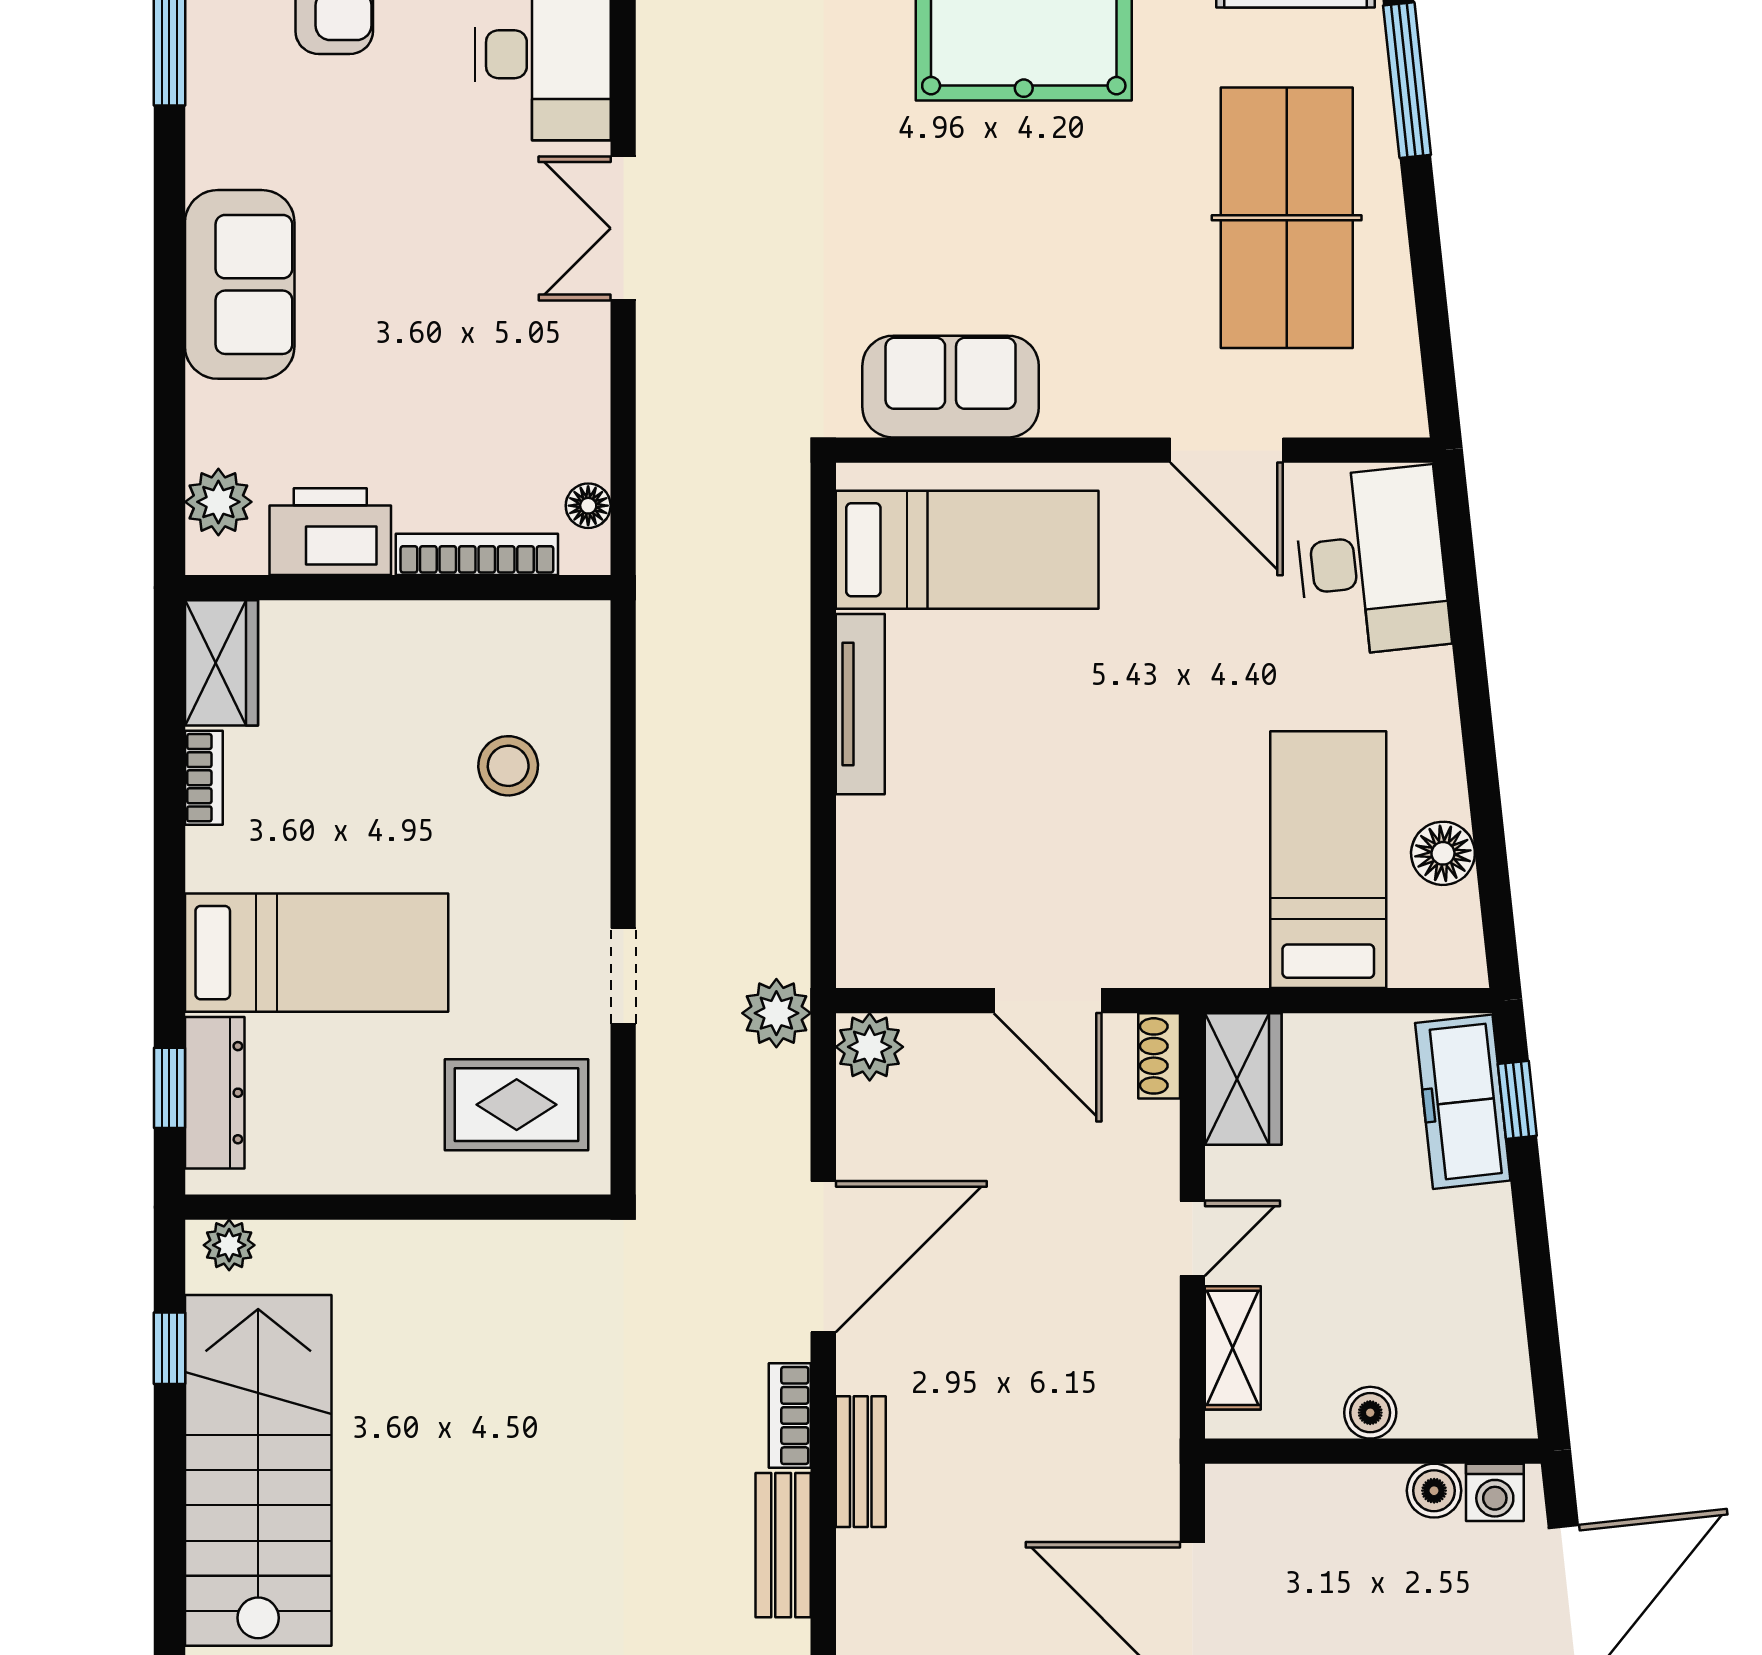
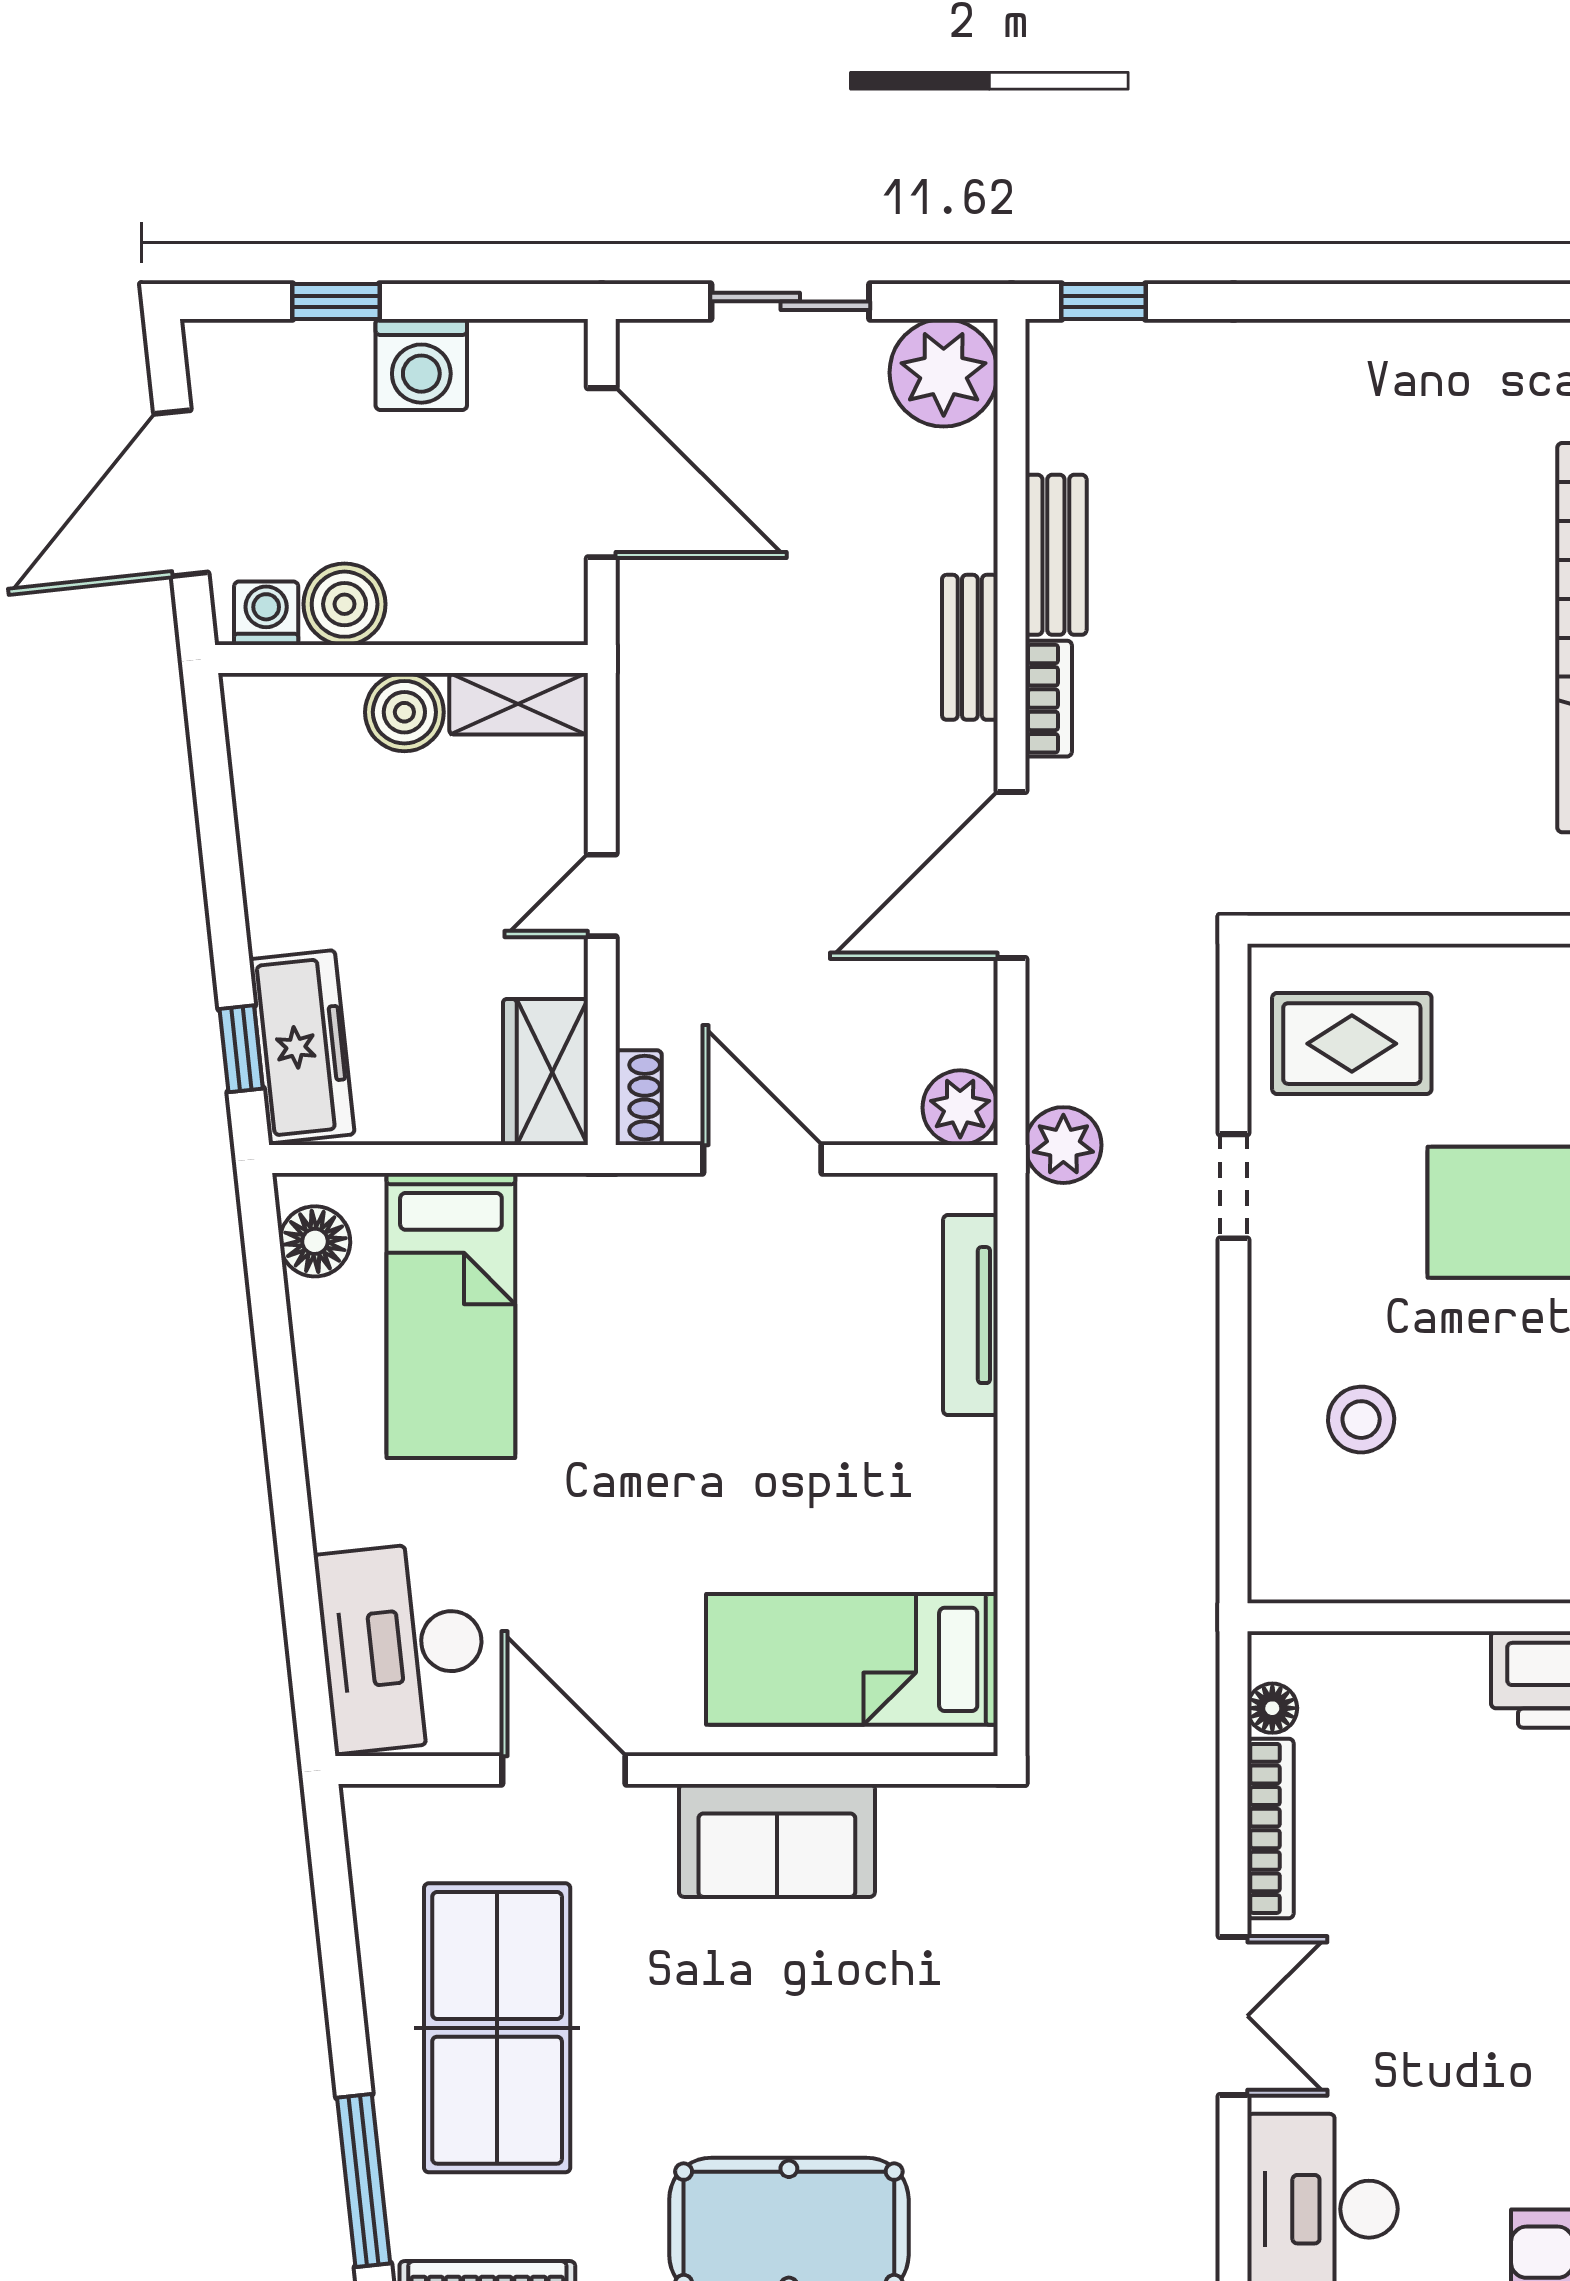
sofa: (951, 387) -> (777, 1840), moved
bookcase: (477, 554) -> (1271, 1828), moved, turned -90
tv unit: (860, 704) -> (970, 1315), moved
floor lamp: (1443, 853) -> (315, 1241), moved
shelving: (1233, 1348) -> (518, 704), moved, turned 90
boiler: (1370, 1413) -> (404, 712), width x1.36, depth x1.36
boiler: (1434, 1491) -> (345, 604), width x1.36, depth x1.36

